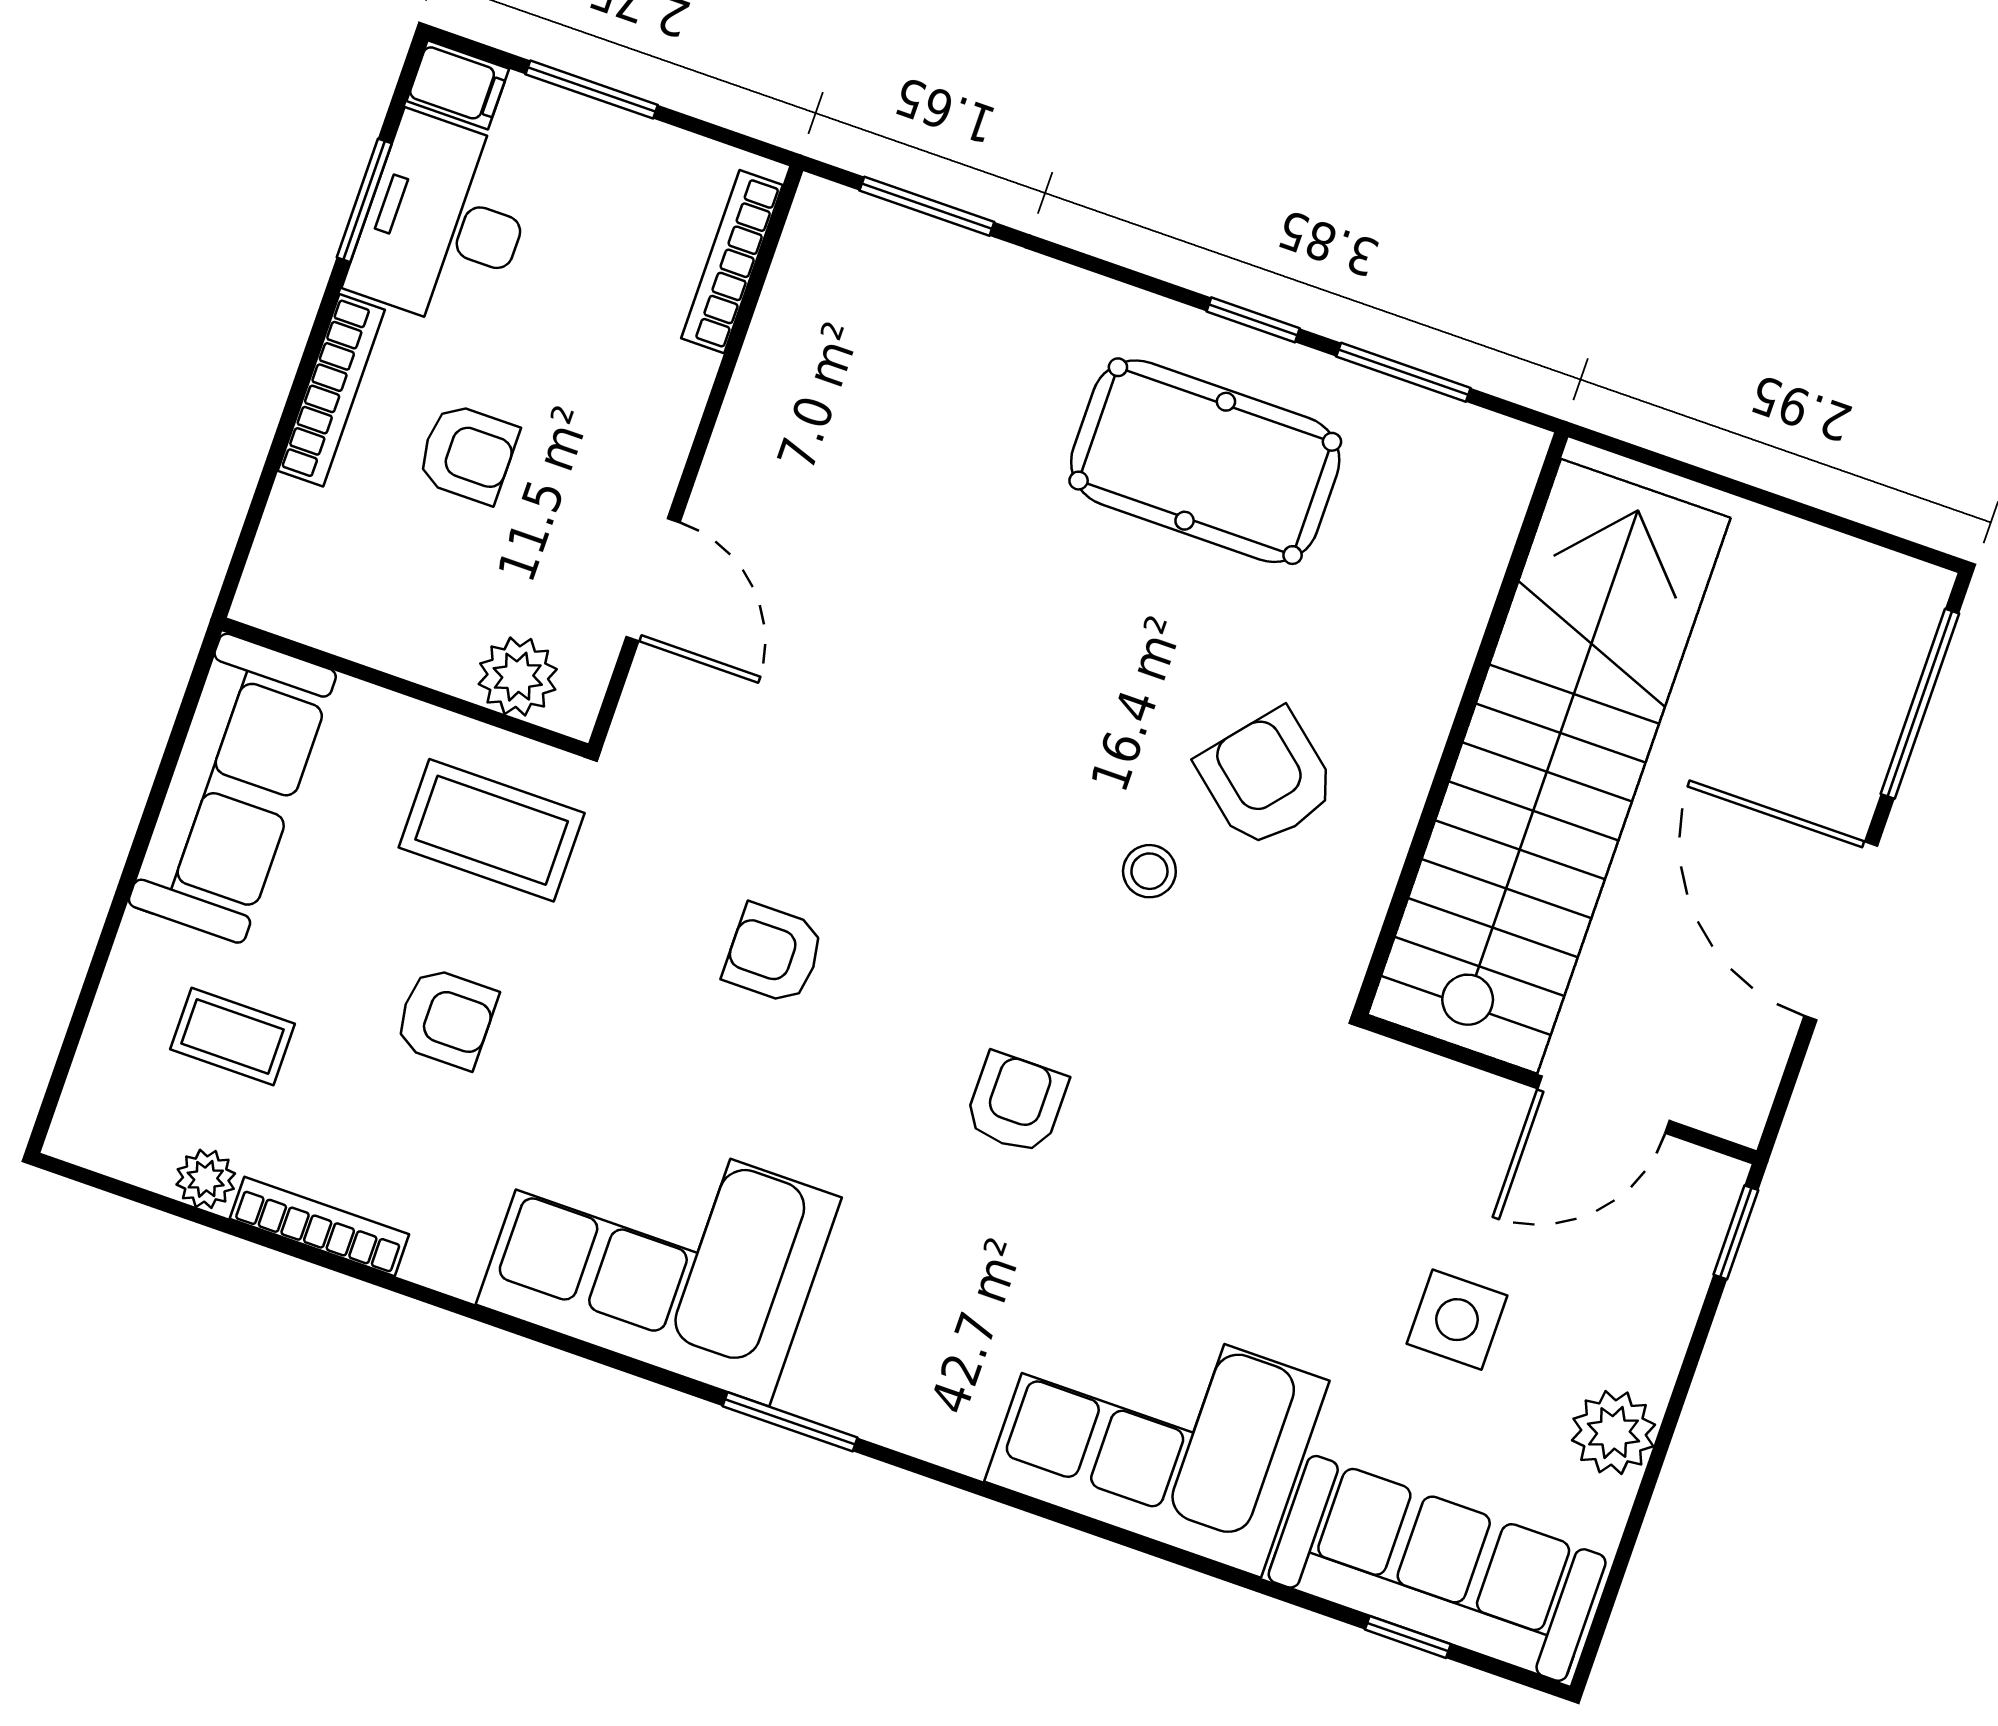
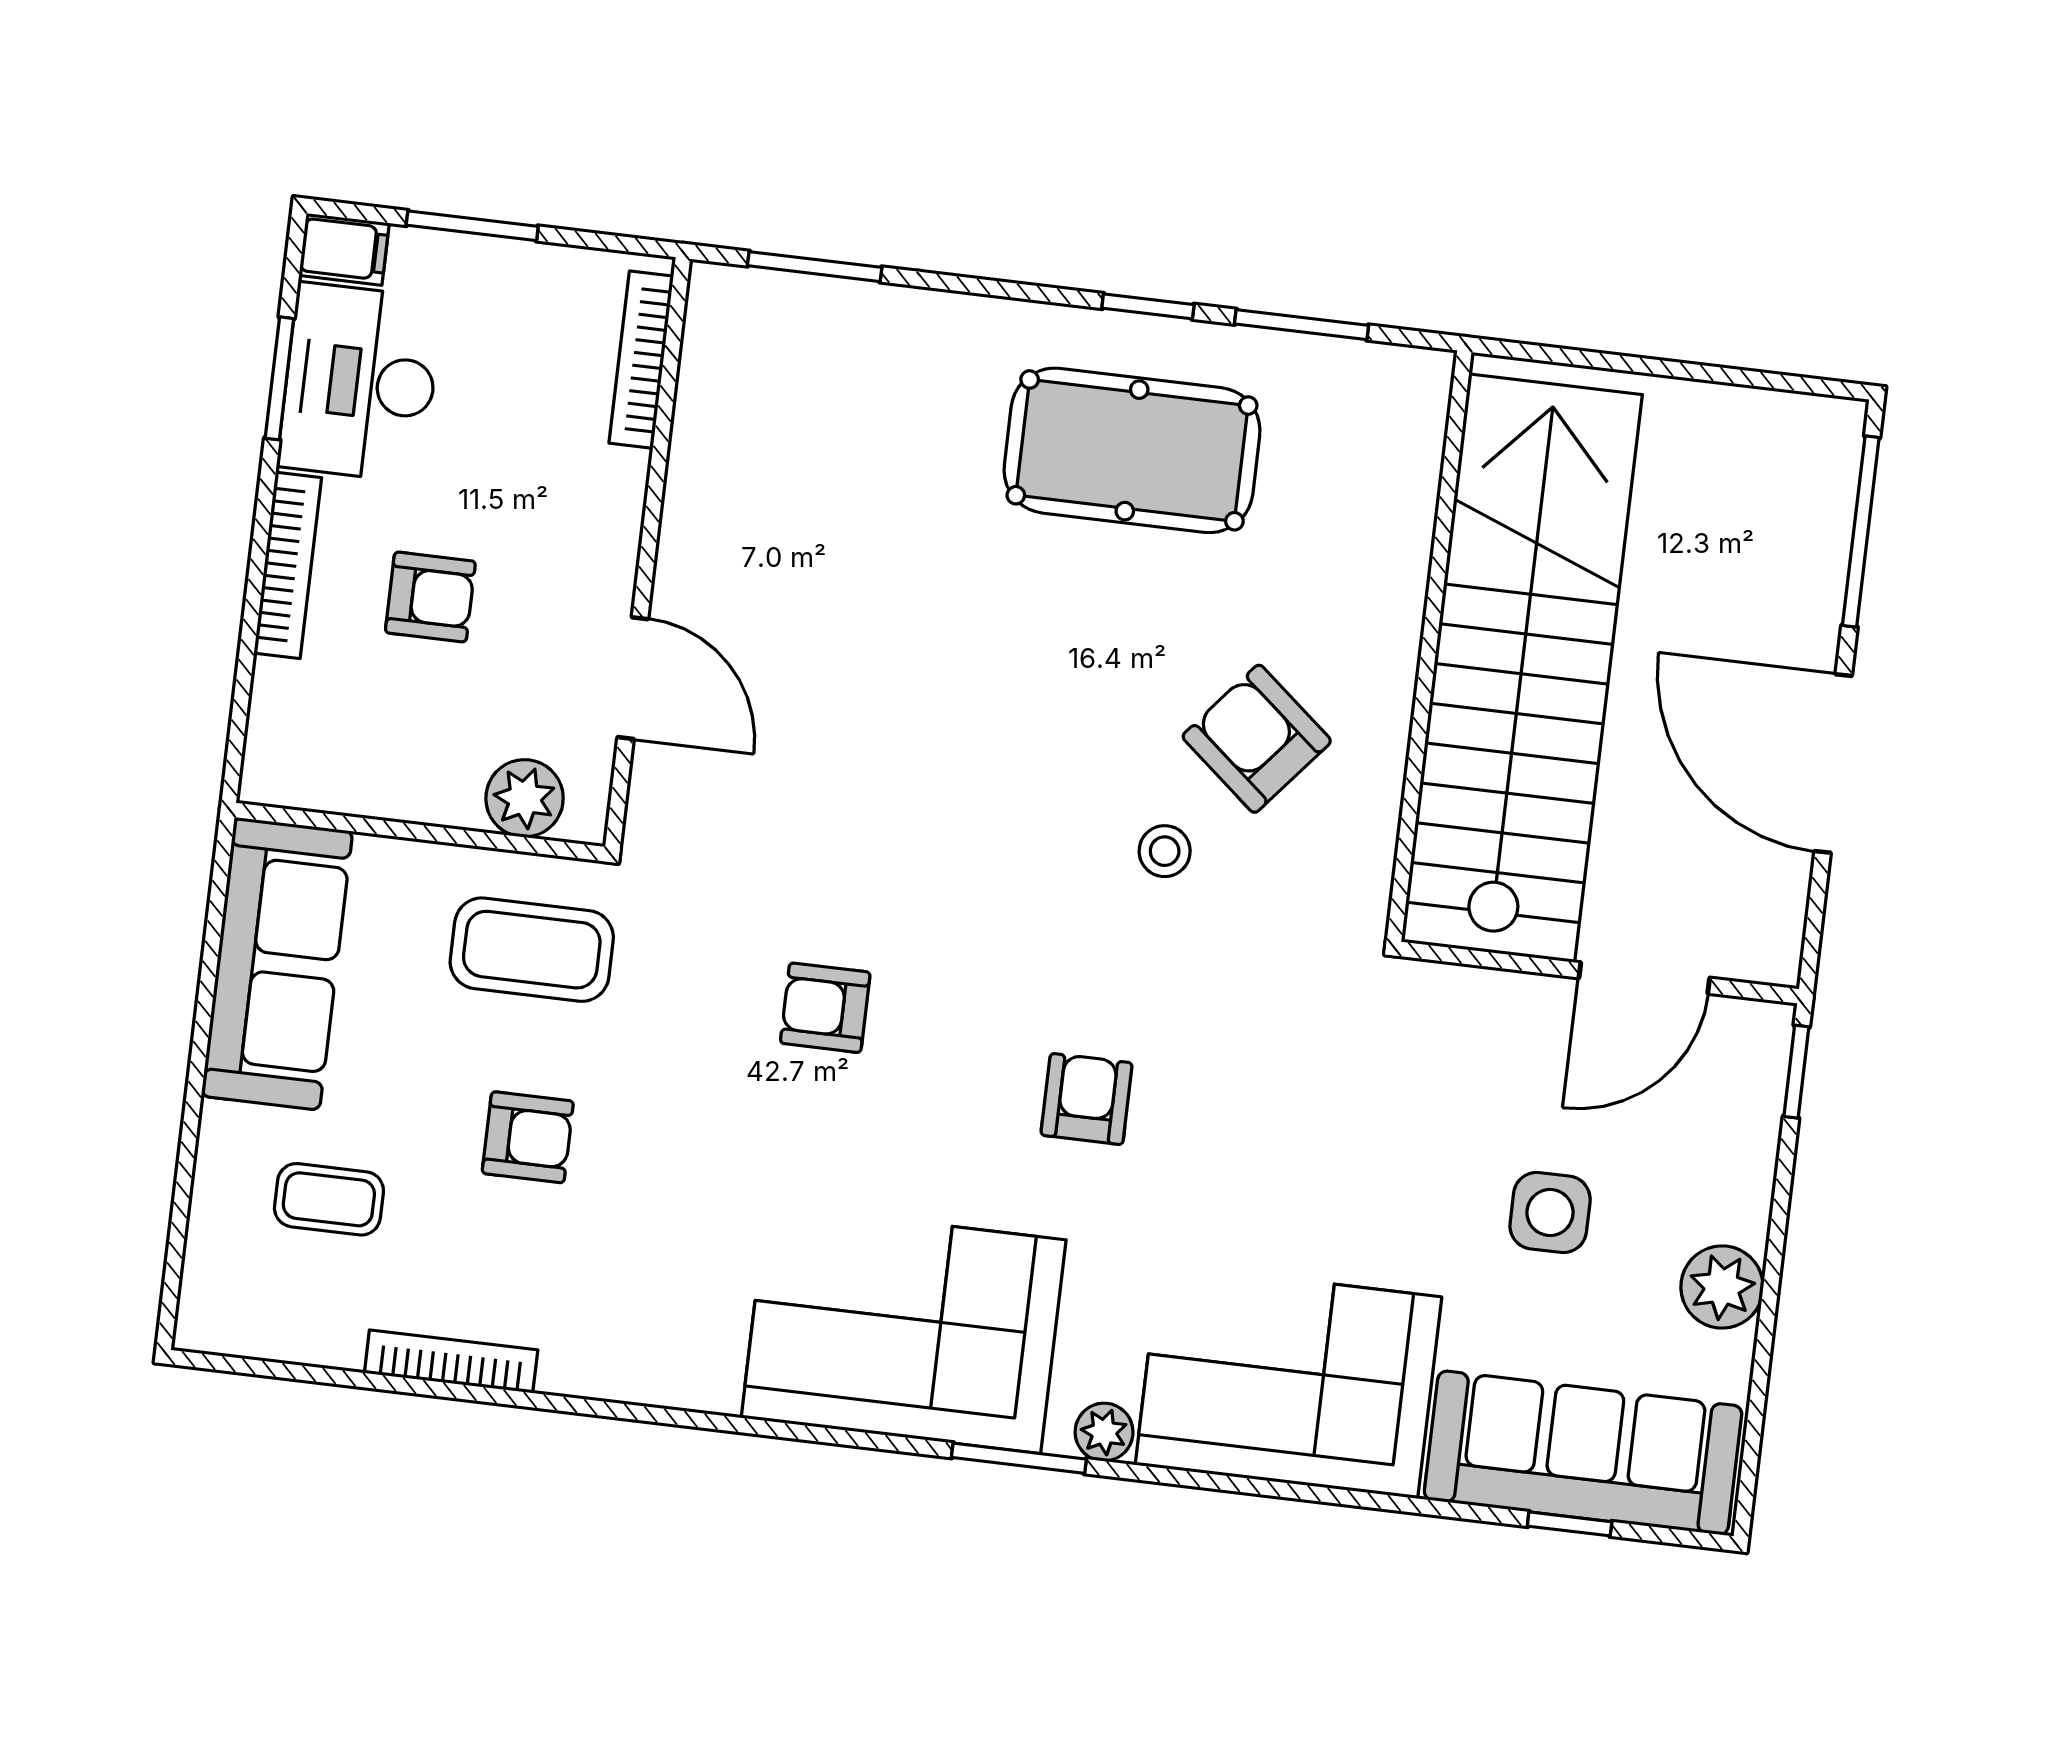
plant: (206, 1179) -> (1104, 1432), moved
corner sofa: (659, 1251) -> (904, 1329), moved
window: (790, 1422) -> (1019, 1458), moved

